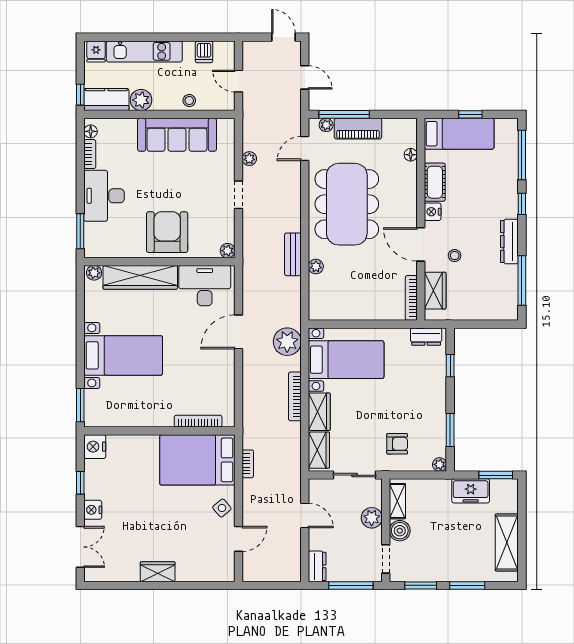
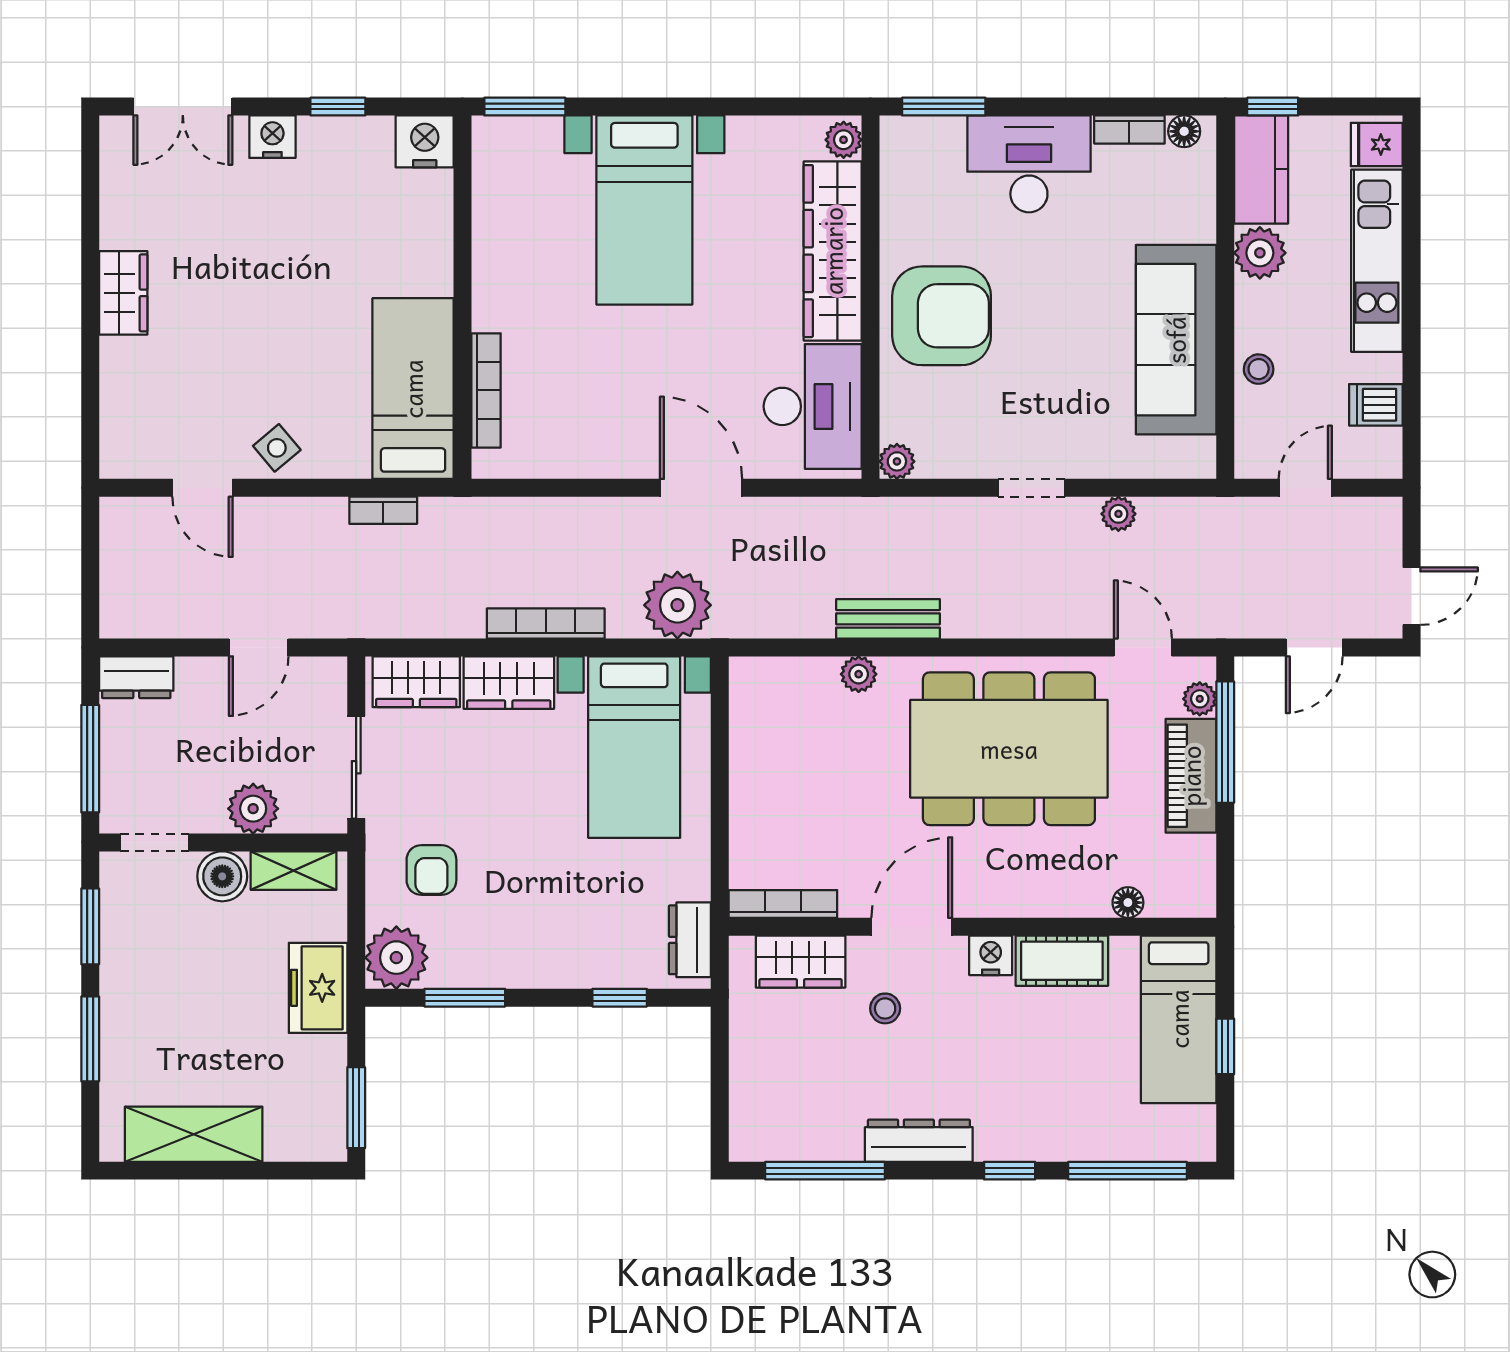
bed: (197, 460) -> (413, 389), width x0.67
plant: (440, 464) -> (396, 958), width x1.87, depth x1.87
freezer: (471, 491) -> (318, 988), moved

